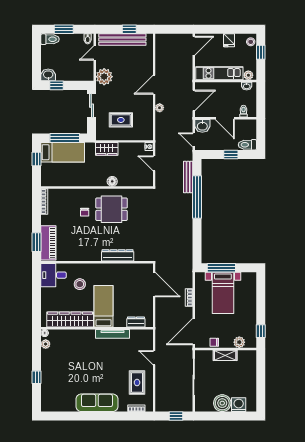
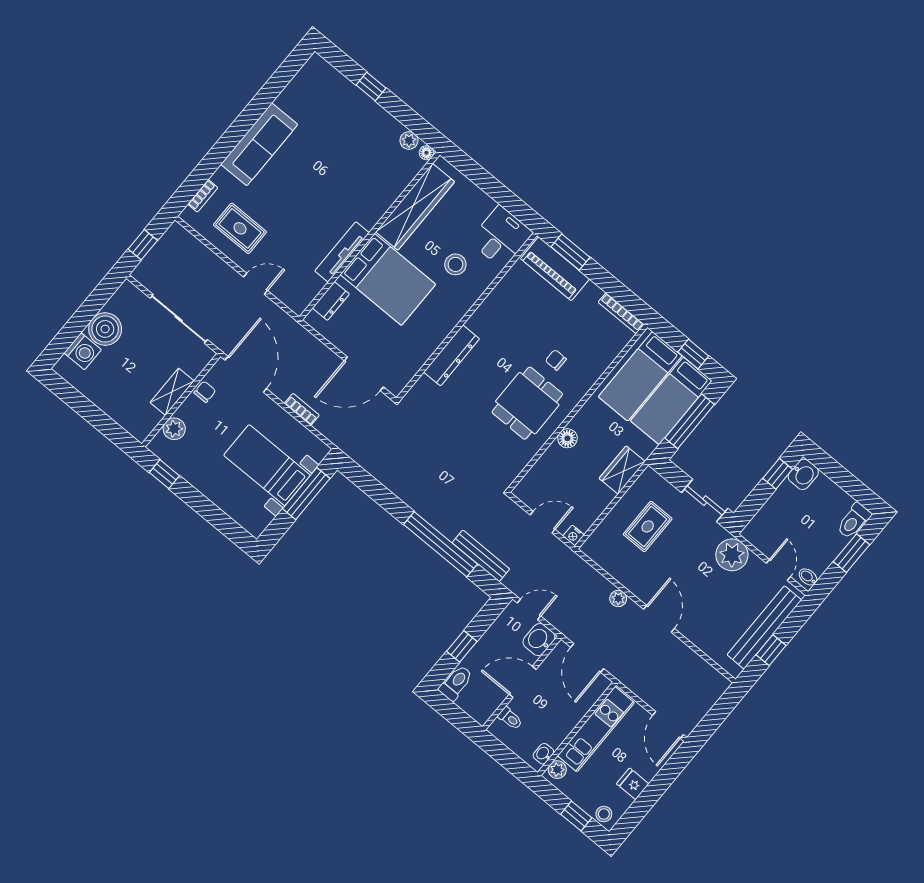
bed: (63, 173) -> (640, 376), added
bed: (104, 306) -> (388, 279), width x1.50

